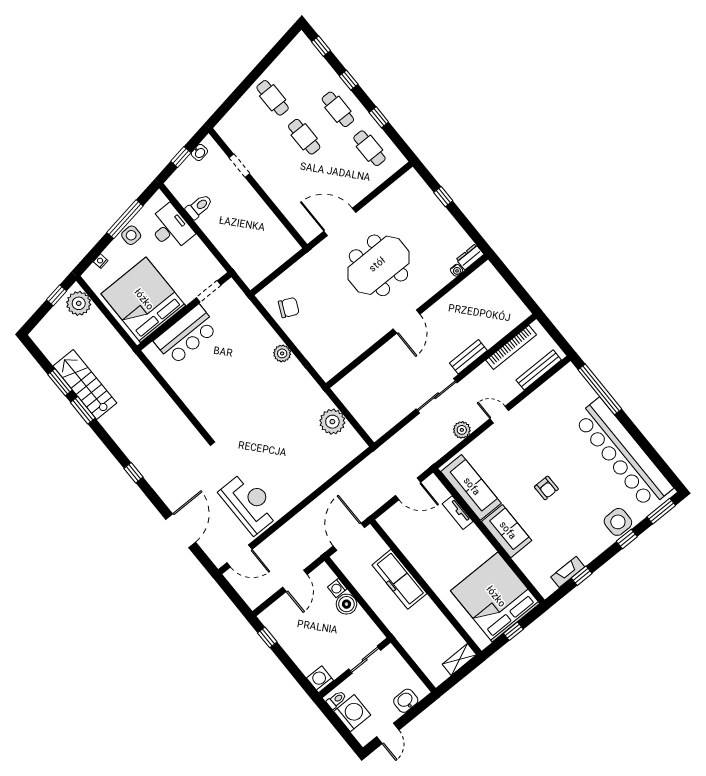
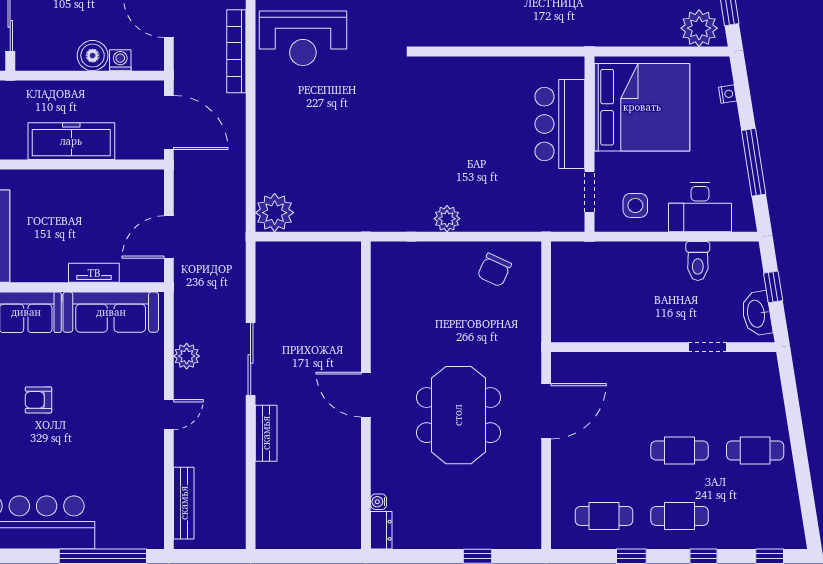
washbasin: (199, 152) -> (757, 314), width x1.91, depth x1.45
side table: (131, 235) -> (635, 205), moved
bookcase: (511, 347) -> (236, 51), moved
plant: (332, 422) -> (275, 213), moved

